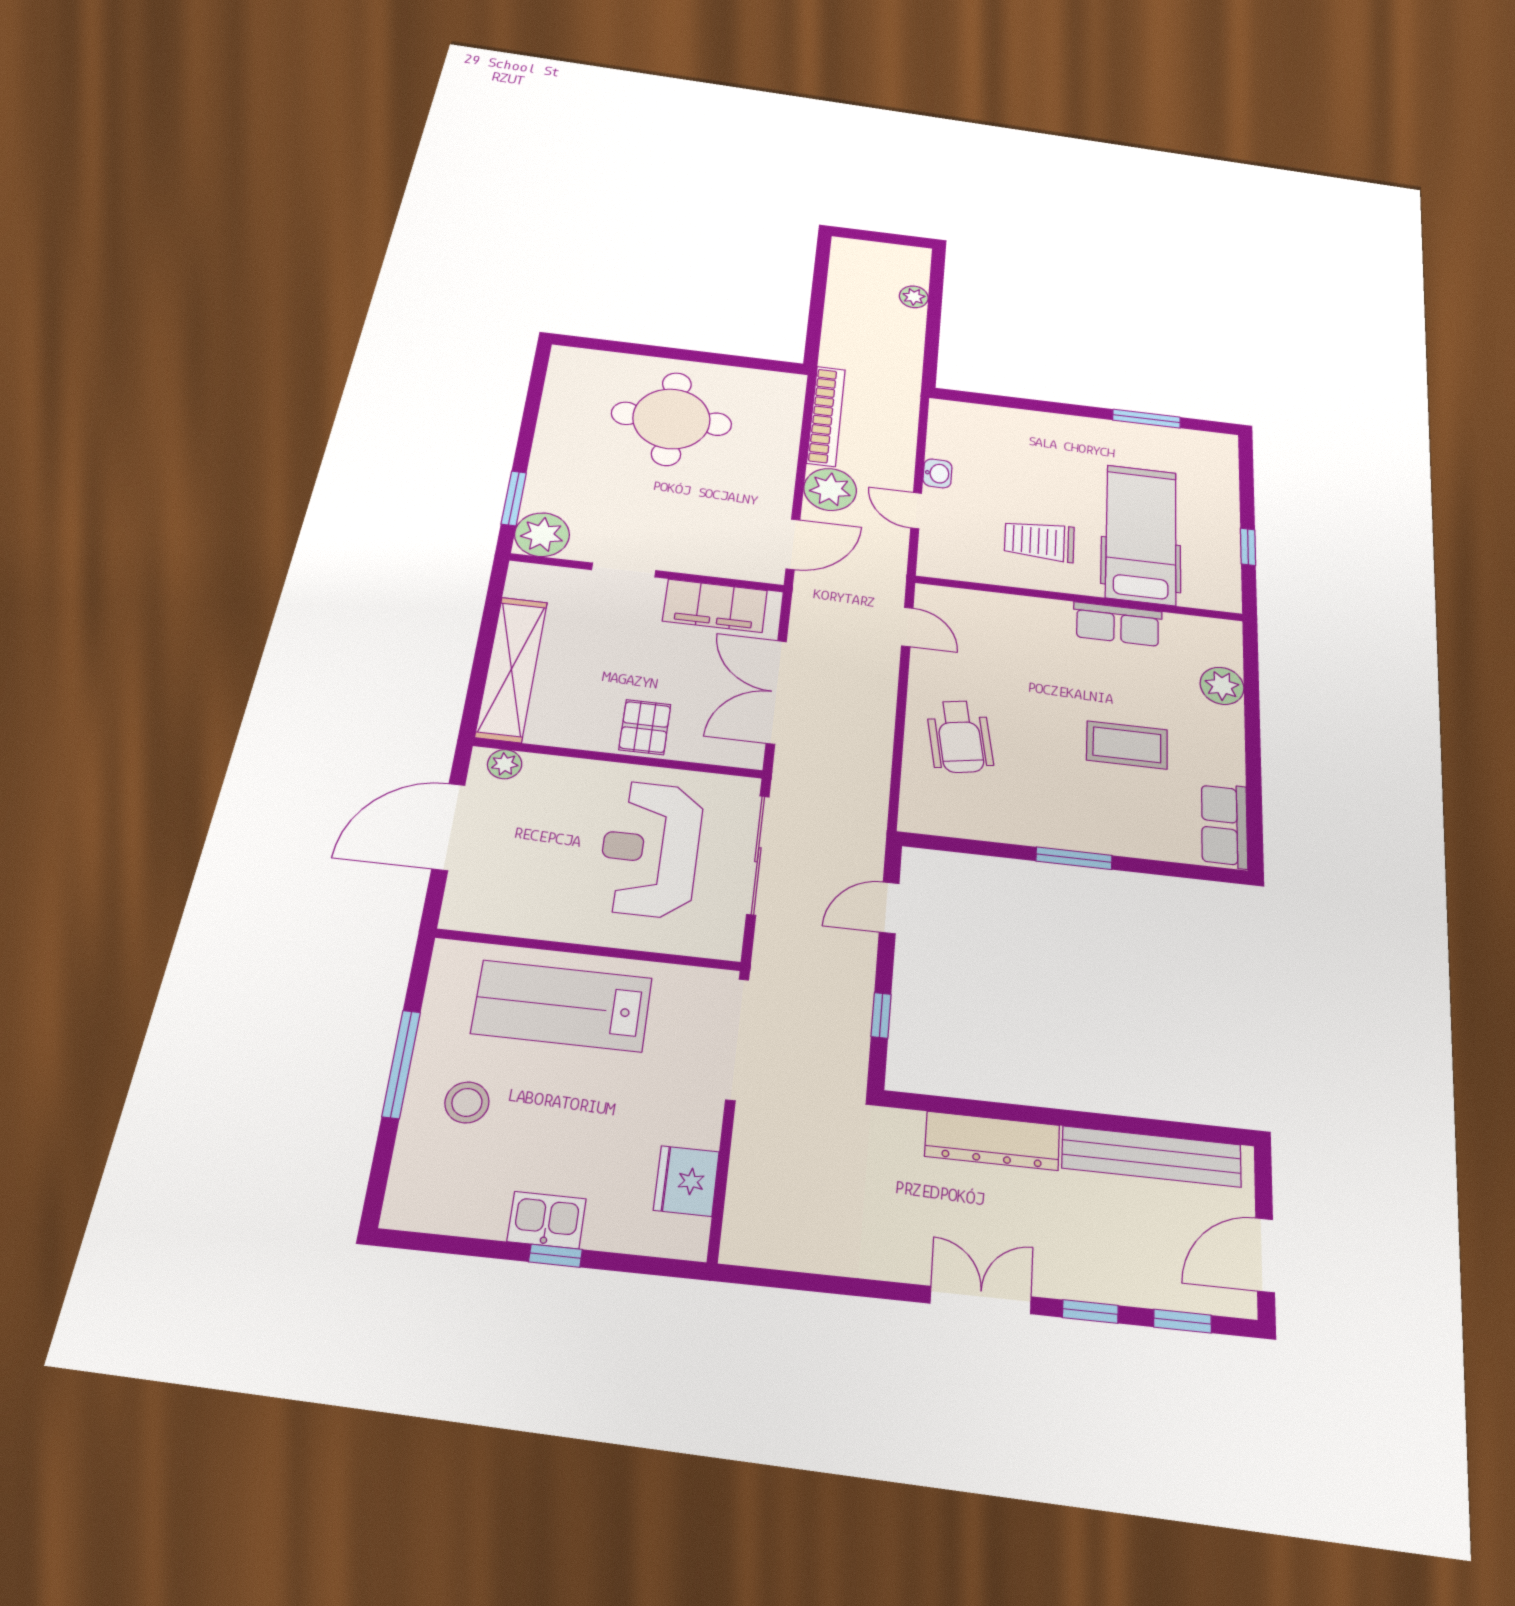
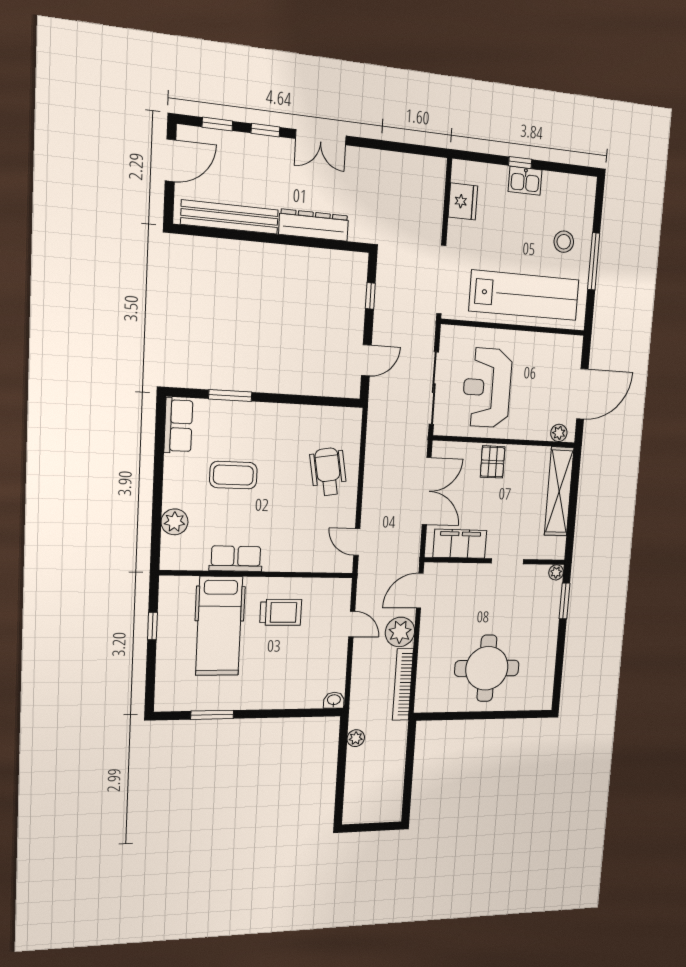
plant: (914, 297) -> (356, 738), moved
washbasin: (937, 473) -> (334, 700), moved, turned 90
plant: (542, 535) -> (556, 572), width x0.53, depth x0.53
reception desk: (650, 849) -> (487, 388), turned 180
window: (1074, 858) -> (230, 396), moved
lab bench: (562, 1006) -> (524, 295), width x1.36

